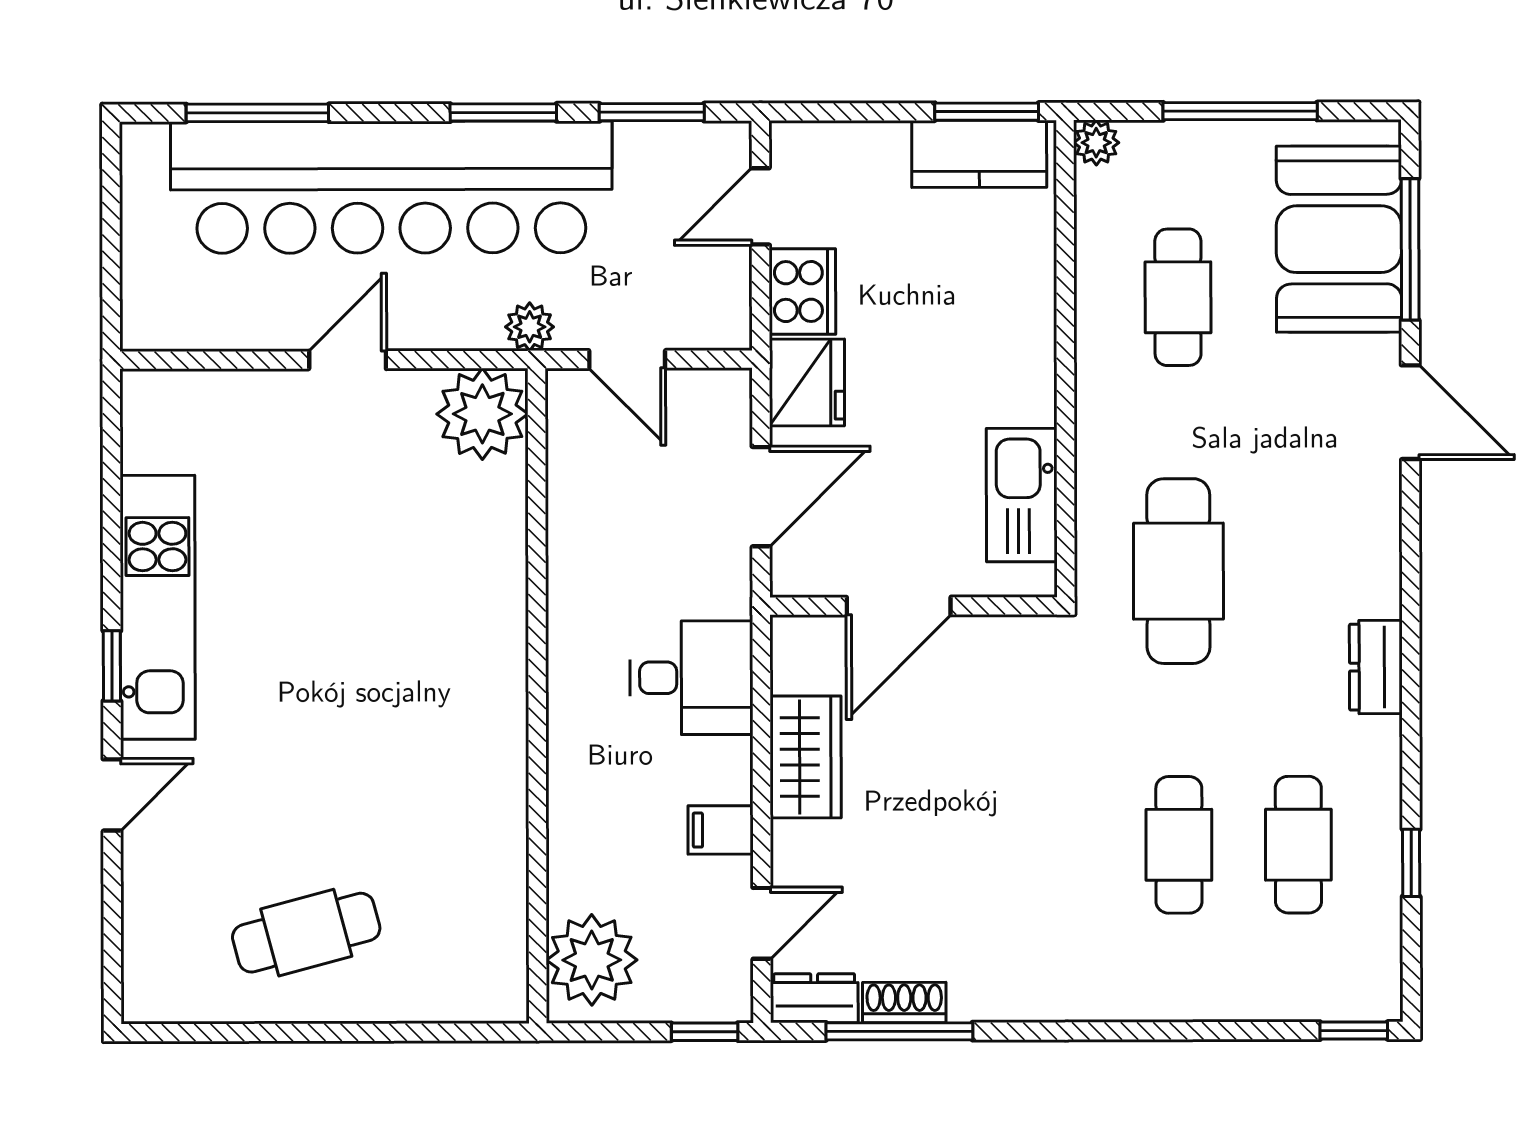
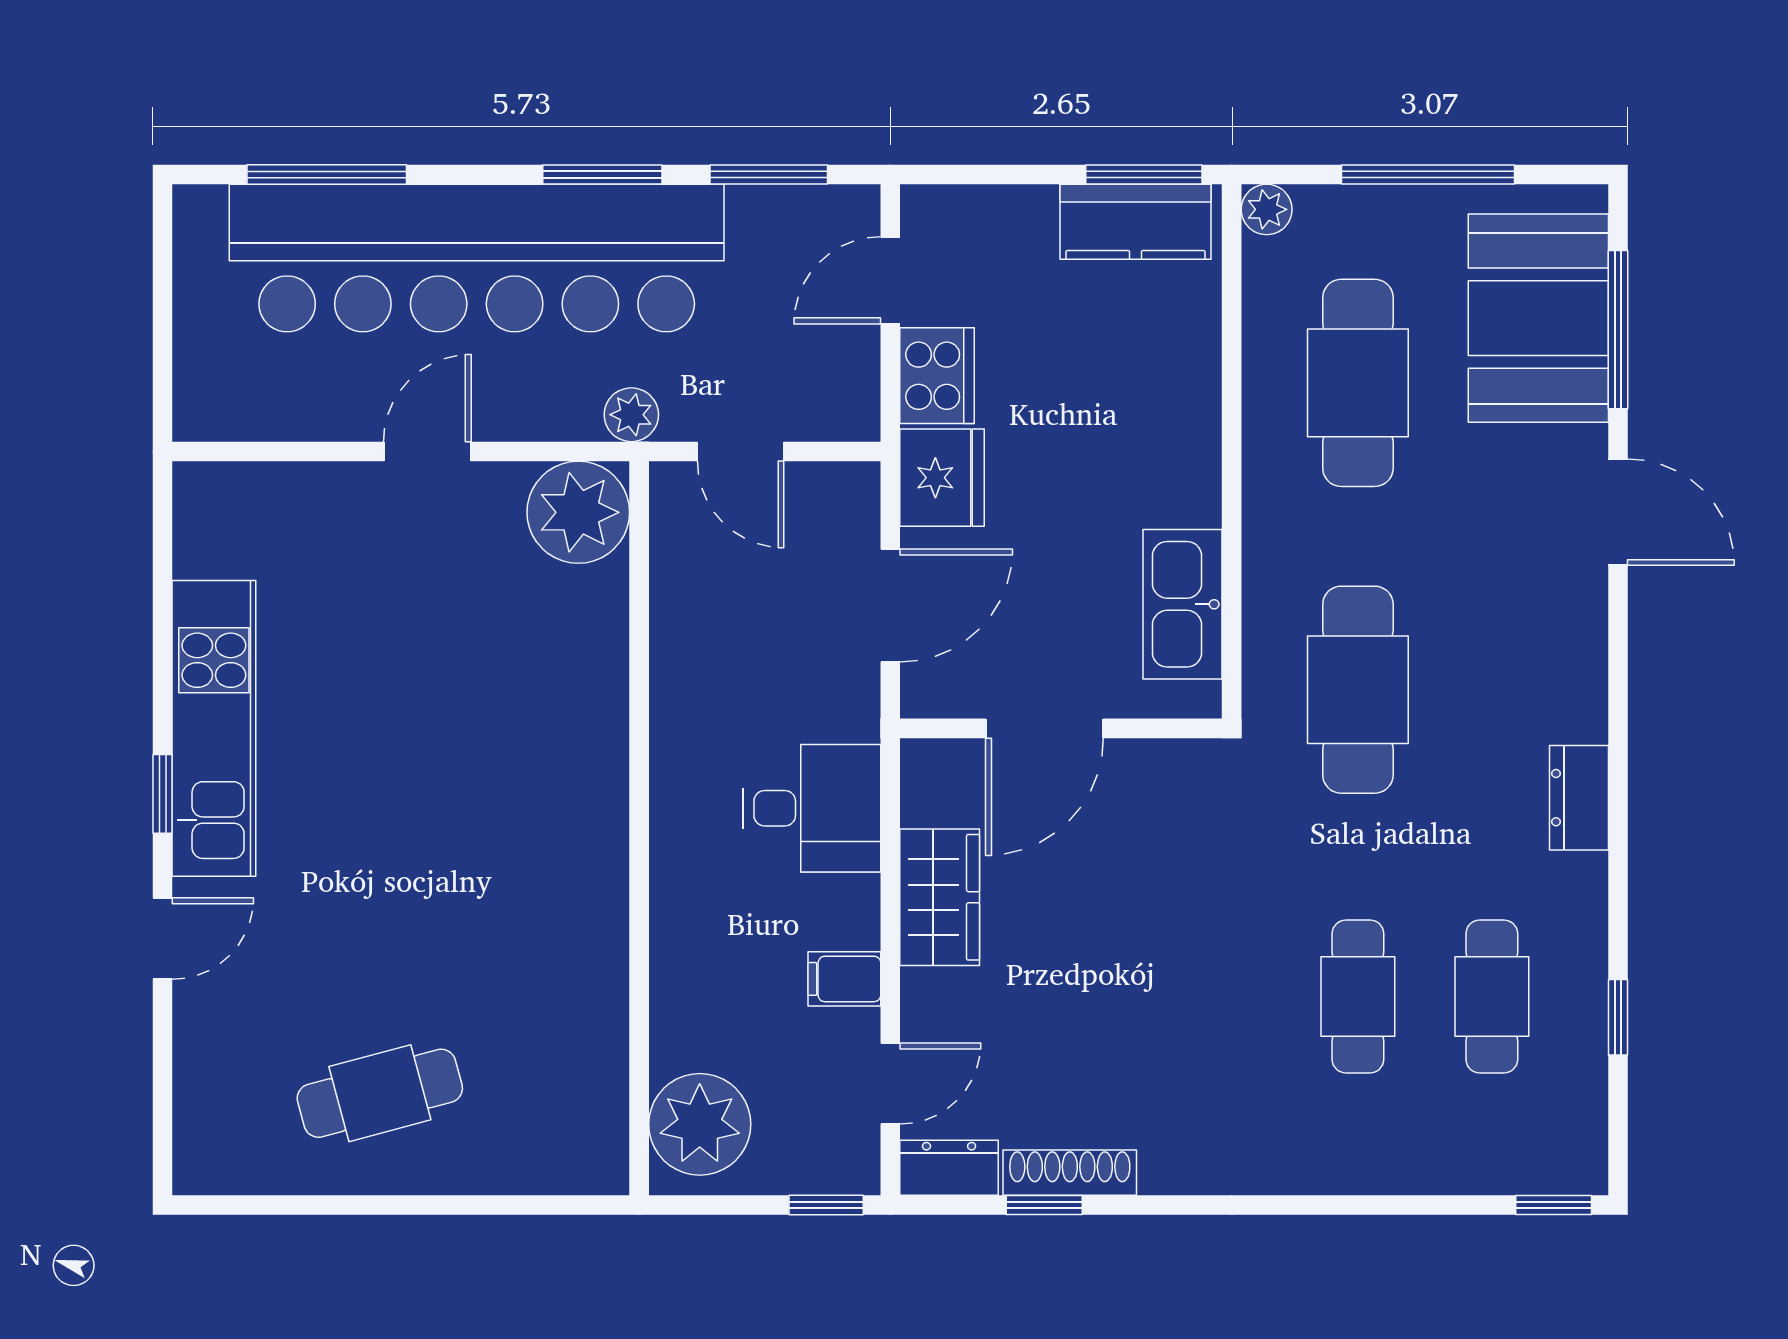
cafe table: (1178, 297) -> (1358, 383), width x1.37, depth x1.35
shoe rack: (904, 1003) -> (1070, 1173), width x1.43
window: (899, 1031) -> (1044, 1205), width x0.46

